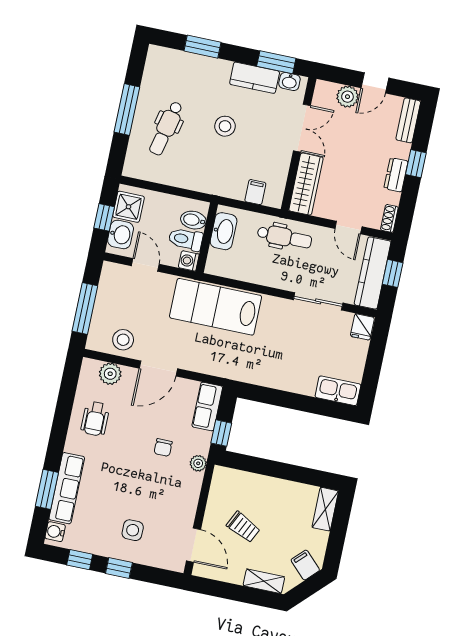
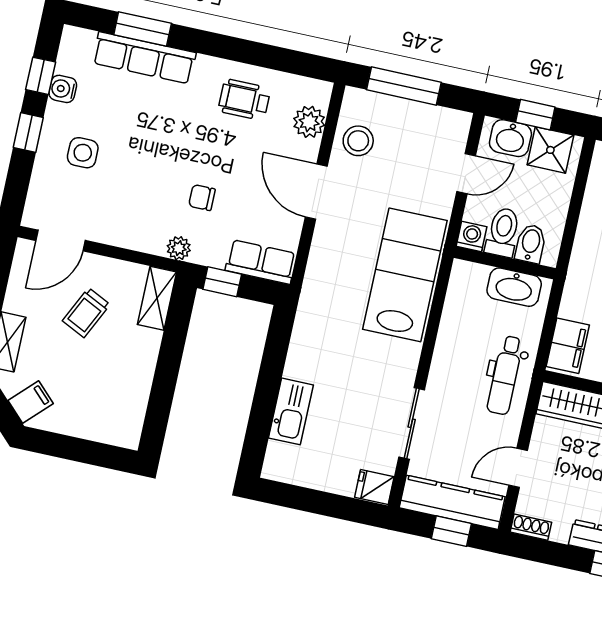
filing cabinet: (255, 192) -> (568, 346), width x2.00
kitchen sink: (338, 391) -> (291, 411), moved
shelving: (325, 509) -> (157, 298), moved, turned 90
water cooler: (55, 532) -> (63, 89), moved, turned -90

